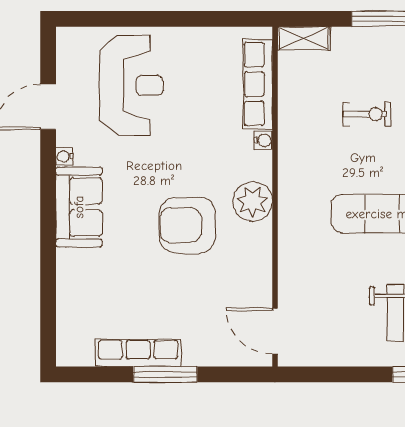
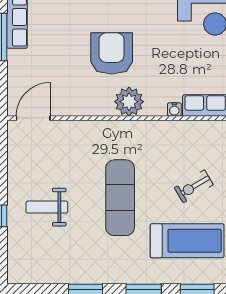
exercise bike: (367, 114) -> (194, 186), turned 59

